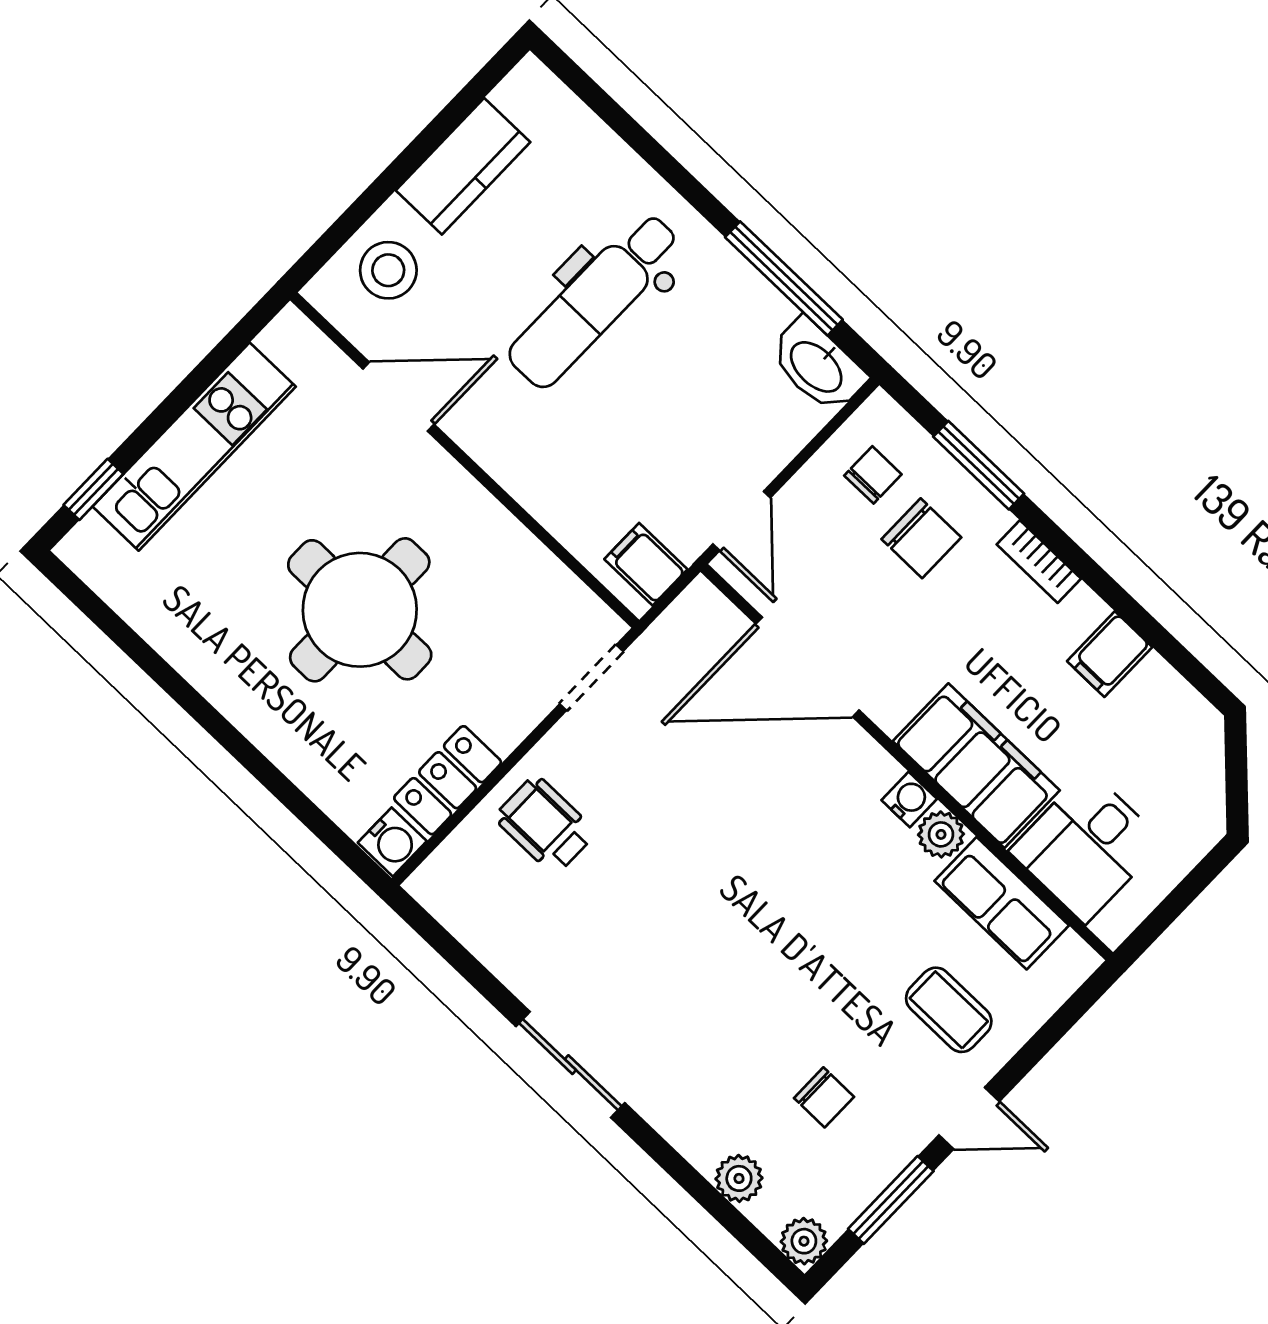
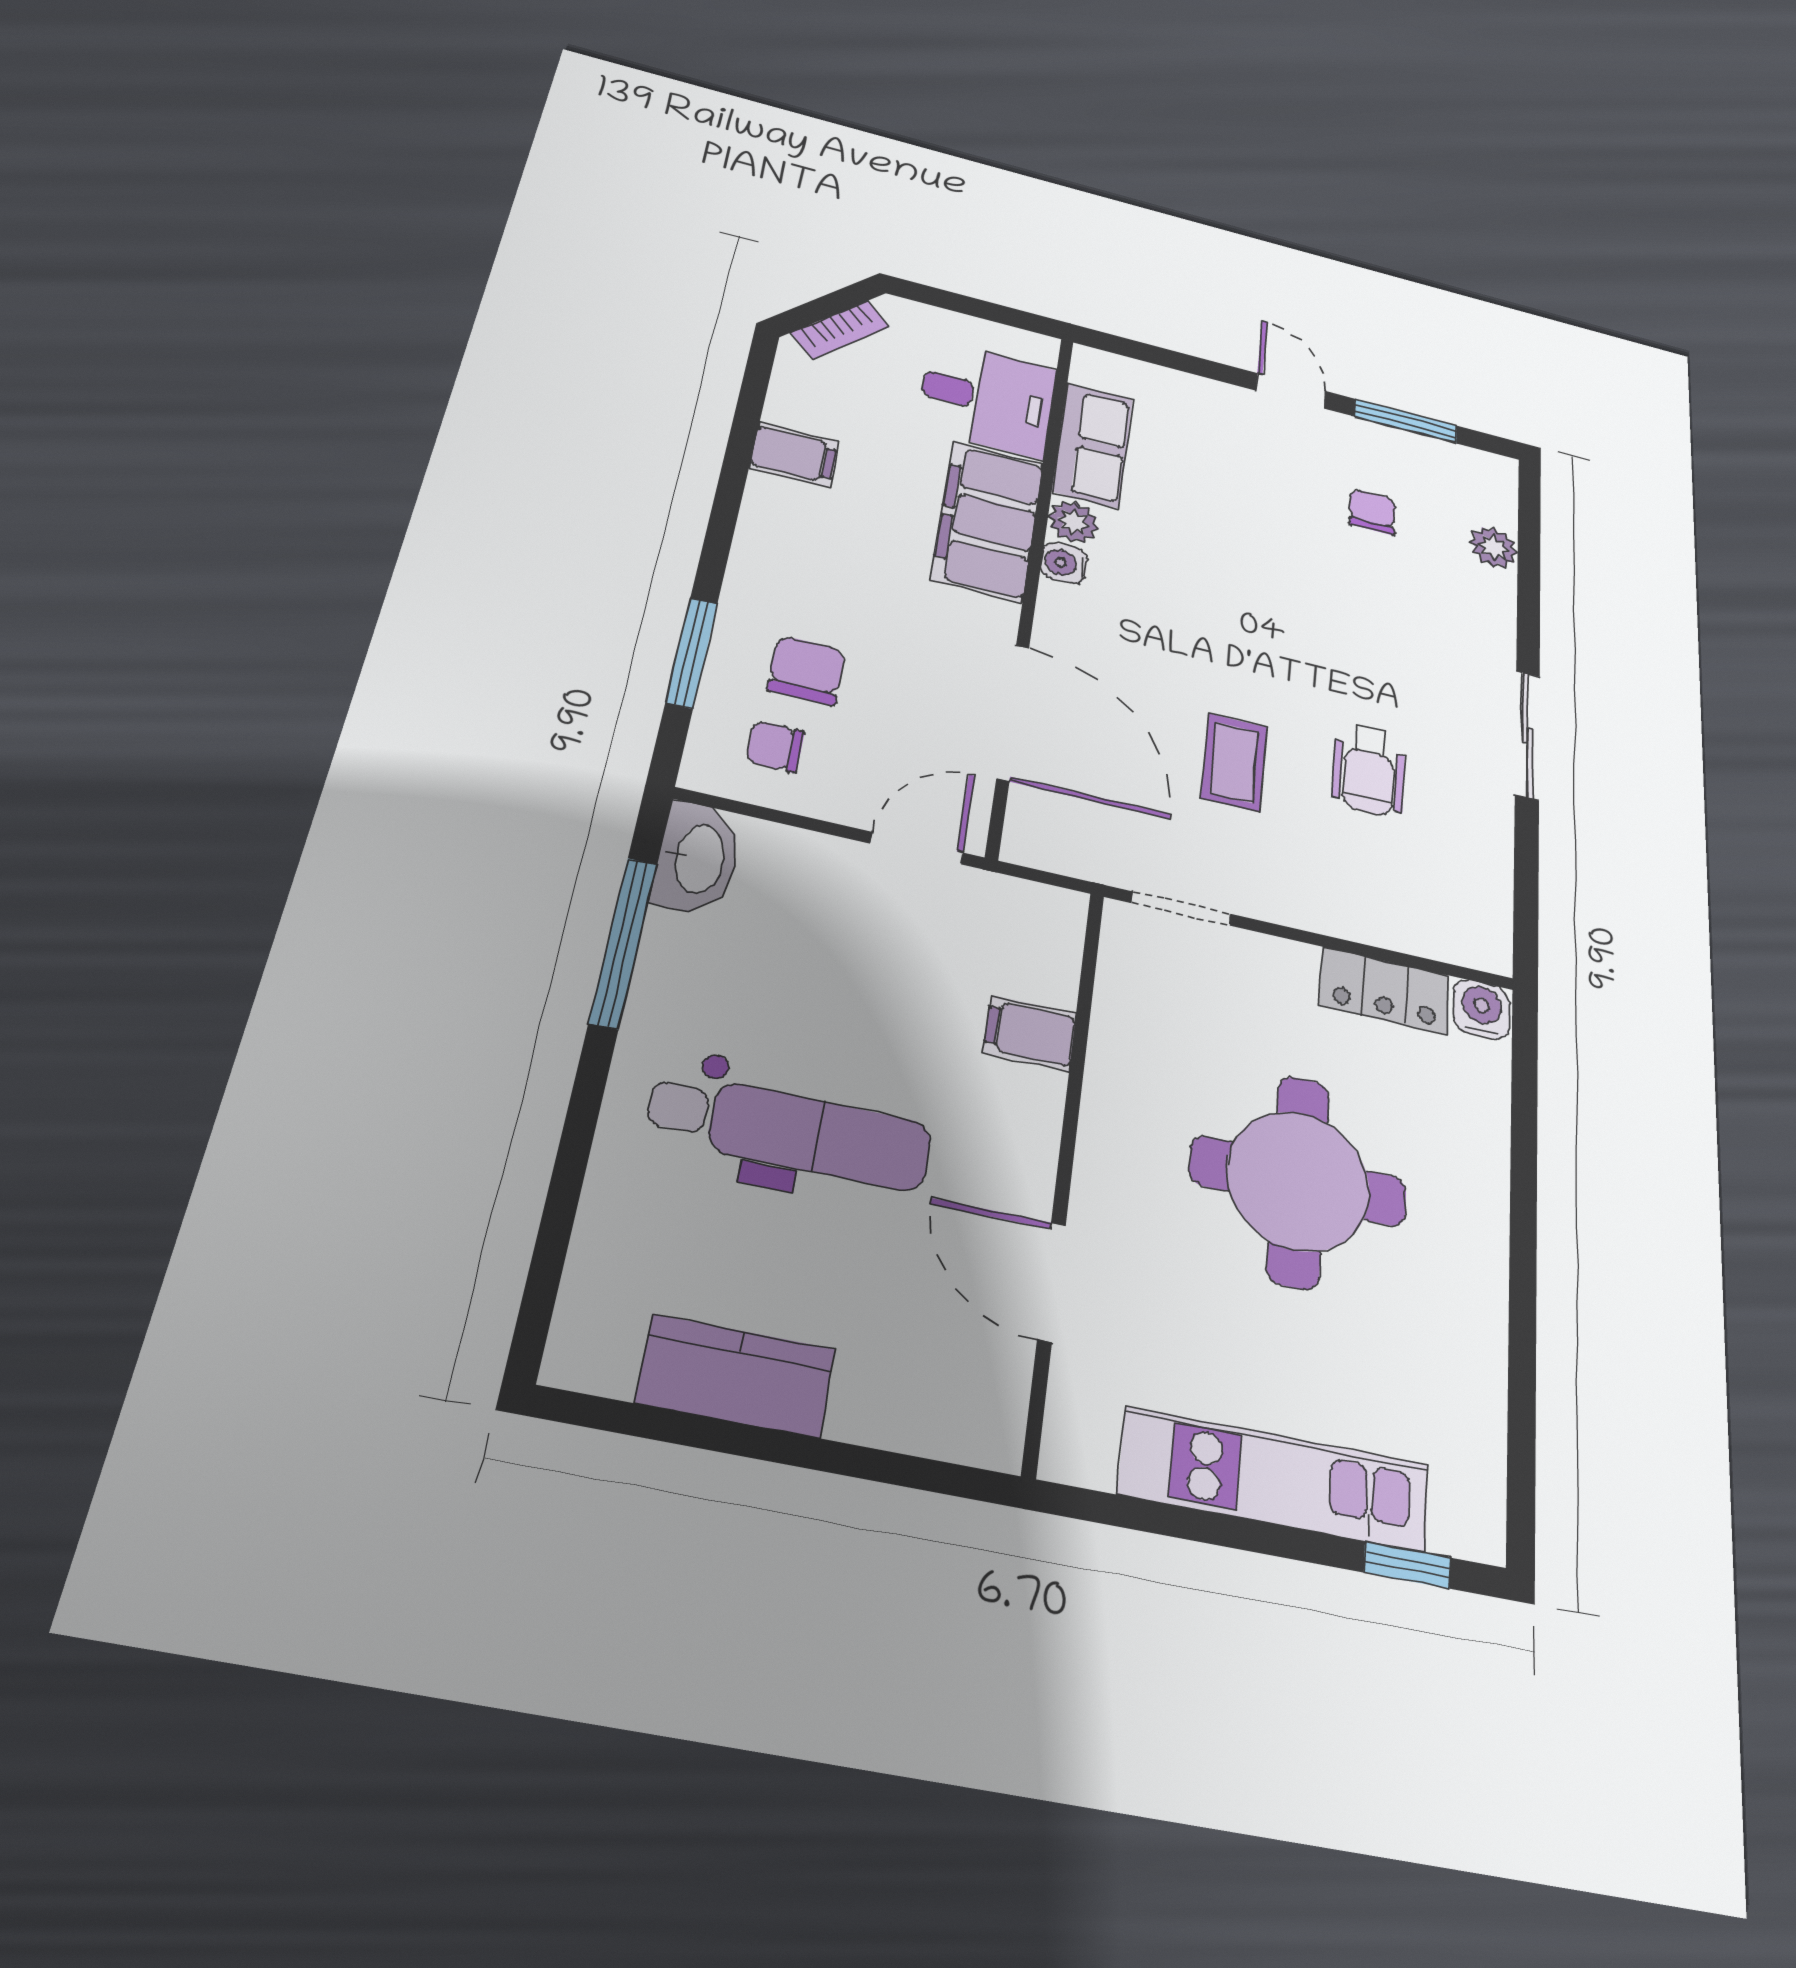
stool: (388, 270) -> (920, 1385), removed
bookcase: (1039, 562) -> (840, 330), moved, turned 45
filing cabinet: (646, 564) -> (1030, 1033), moved, turned 90
wheelchair: (545, 825) -> (1369, 769), moved
coffee table: (949, 1010) -> (1234, 762), moved
plant: (804, 1241) -> (1495, 472), removed

